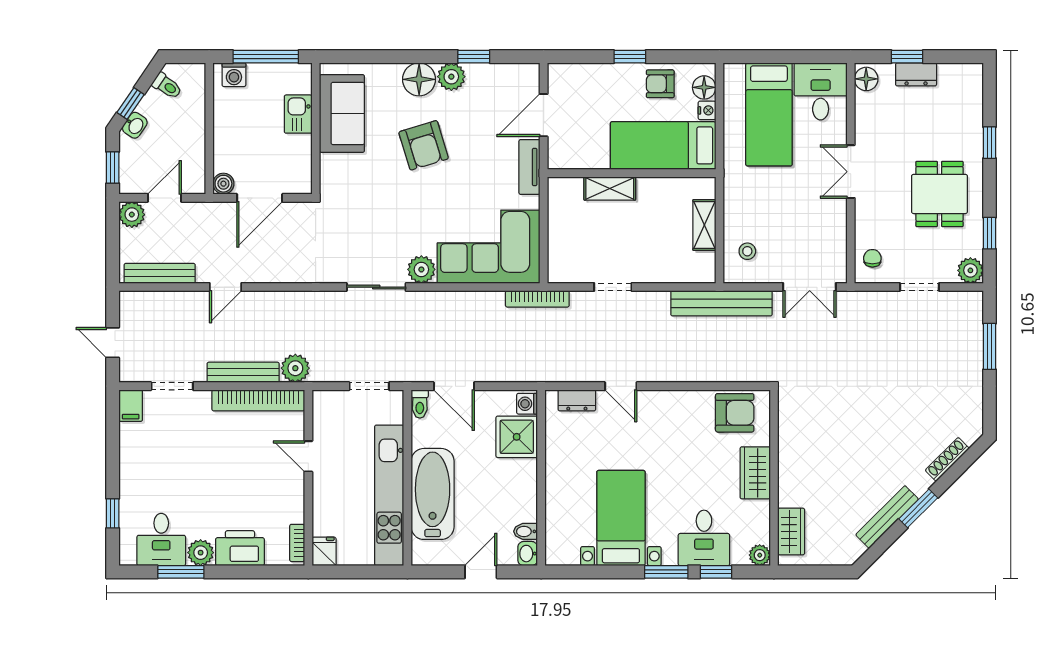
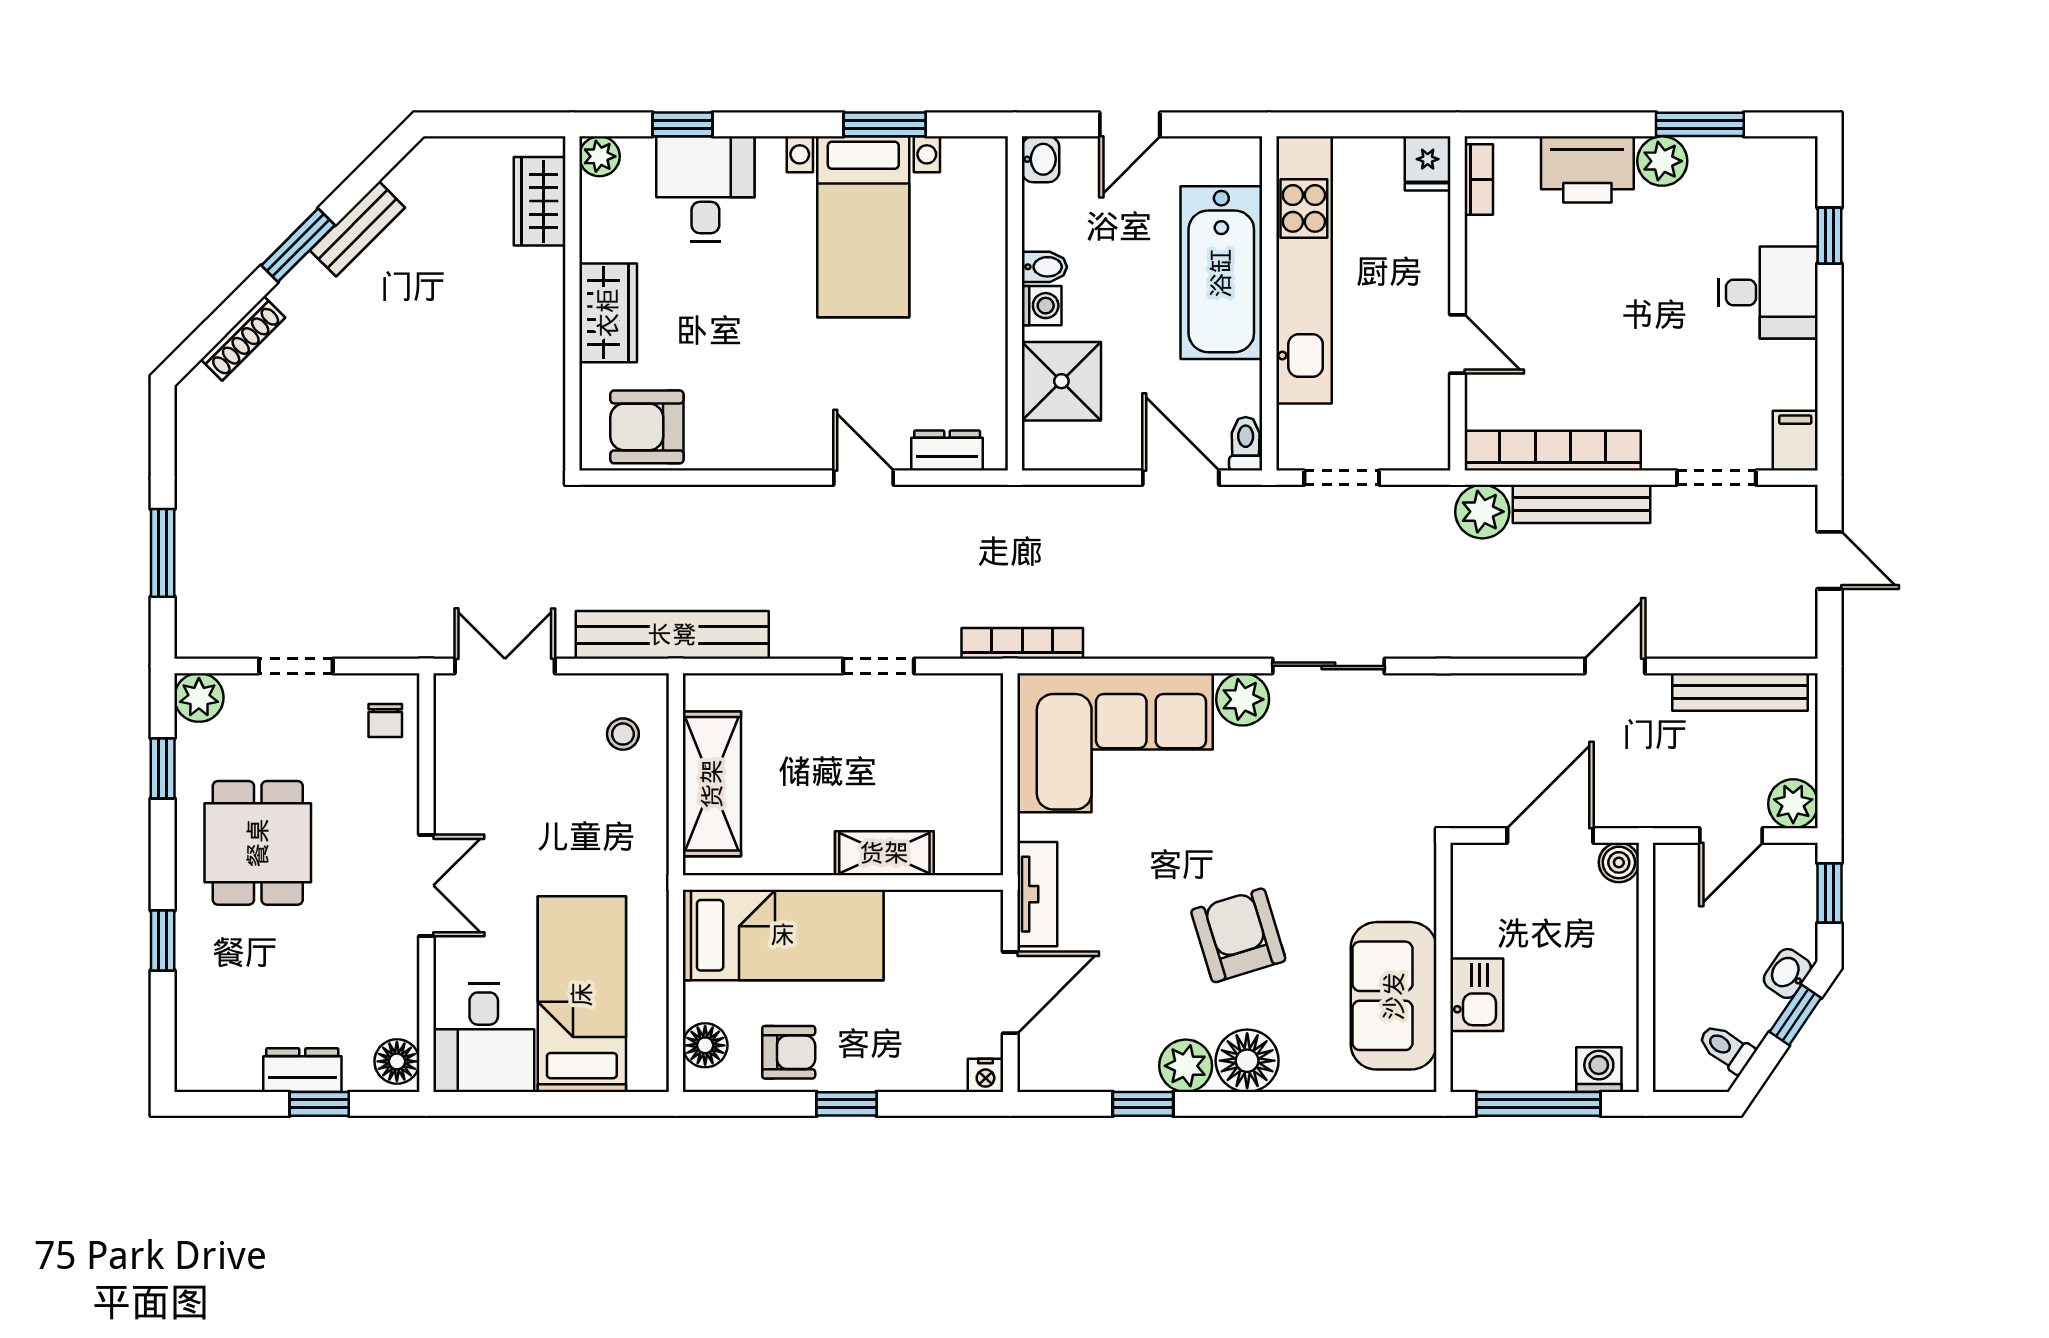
nightstand: (707, 110) -> (985, 1075), moved, turned -90
shelving: (704, 225) -> (712, 784), width x1.50, depth x1.33
washing machine: (527, 404) -> (1042, 306), moved
bench: (887, 517) -> (357, 229), width x0.73
bidet: (526, 531) -> (1044, 267), moved
desk: (161, 539) -> (1768, 293), moved, turned 90
window: (666, 572) -> (885, 124), moved

